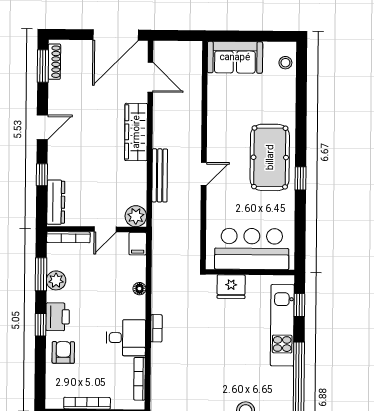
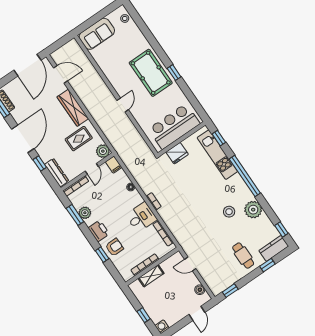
door: (42, 127) -> (23, 139), width x1.87
bench: (160, 175) -> (101, 122), removed
rug: (116, 178) -> (79, 139), added
window: (41, 325) -> (102, 255), moved
armchair: (63, 352) -> (114, 247), turned 90

